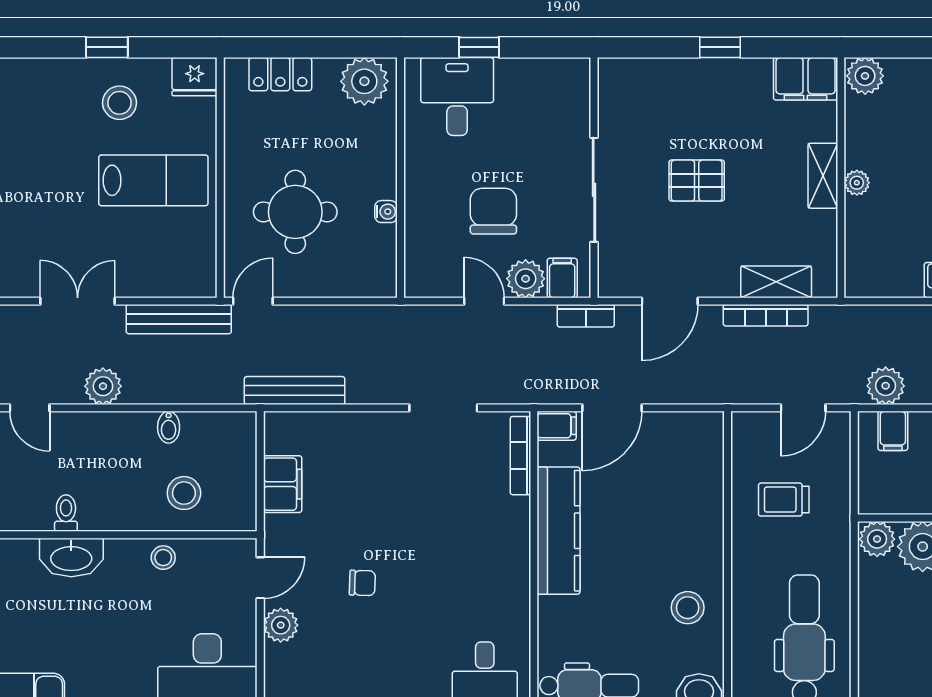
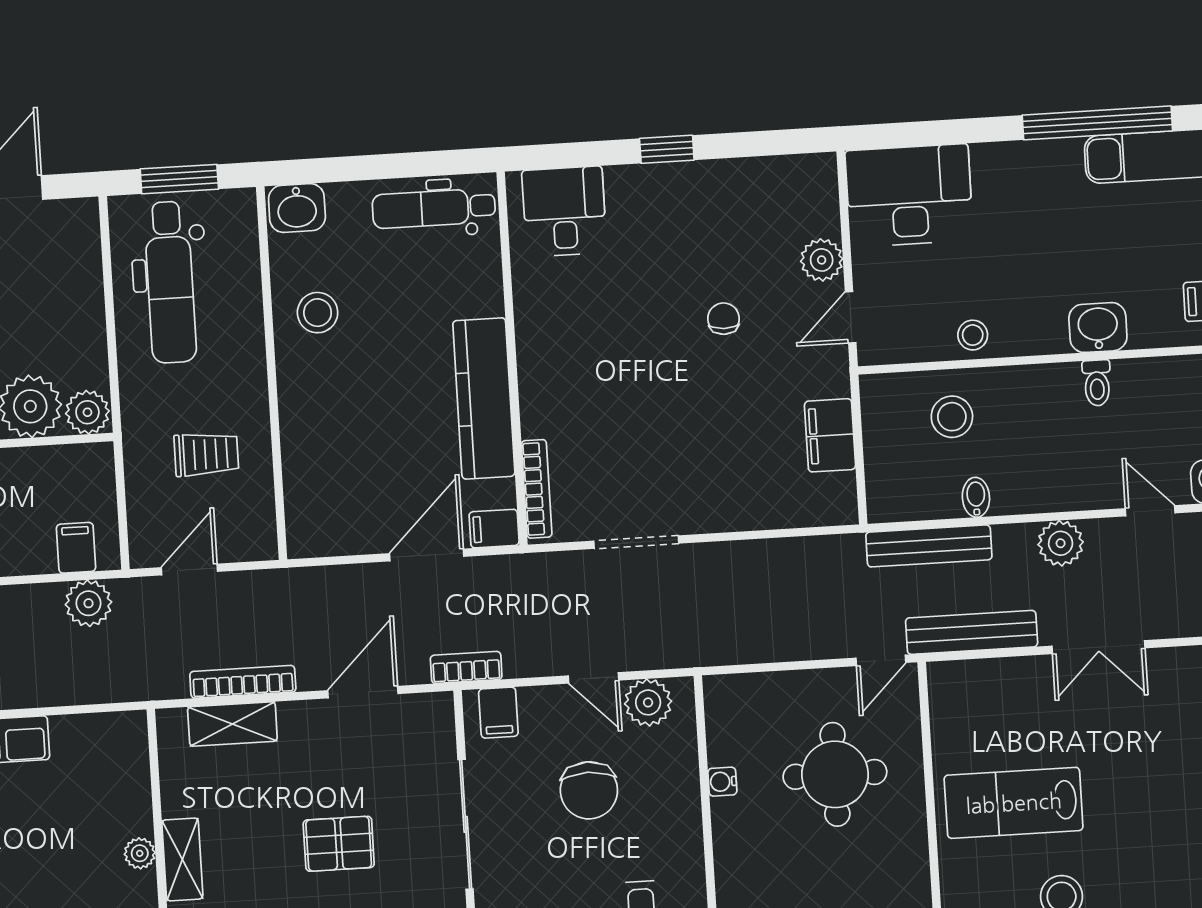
plant: (526, 279) -> (648, 702), moved
bench: (295, 391) -> (929, 546), moved
washbasin: (71, 557) -> (1098, 328), width x0.72
chair: (362, 583) -> (723, 319), turned 89

